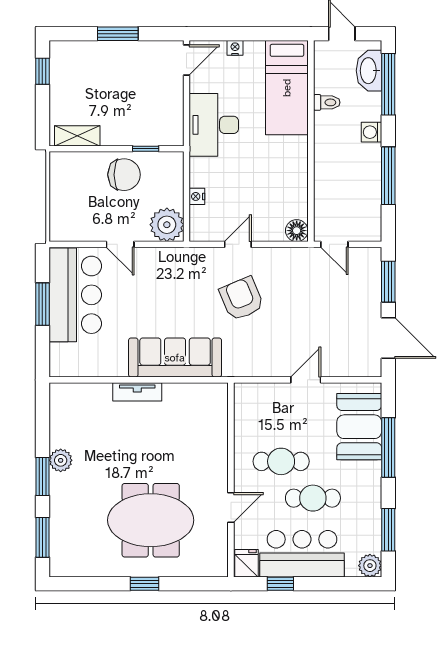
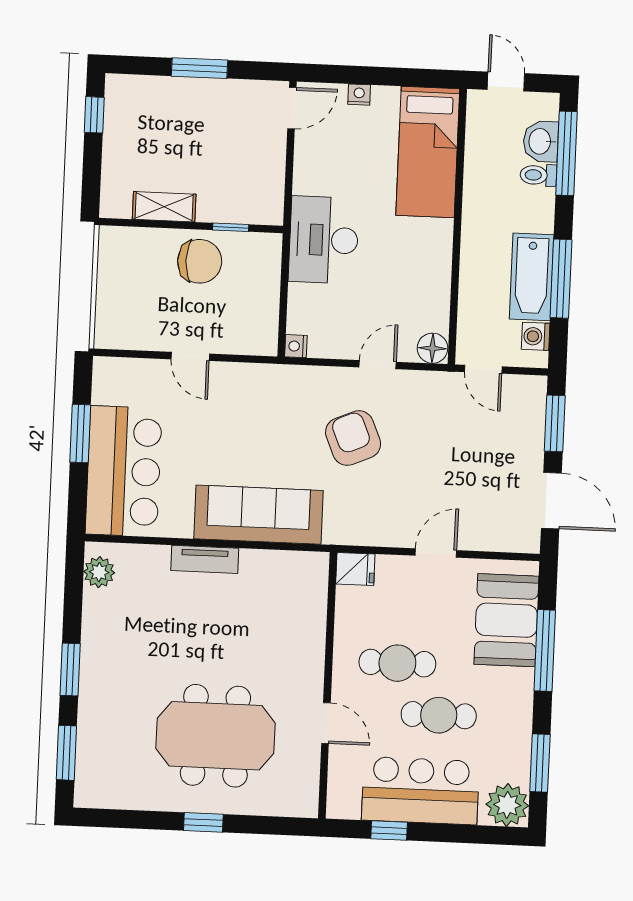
washbasin: (369, 71) -> (541, 141), width x0.72
toilet: (327, 102) -> (538, 175), moved, turned 180
desk: (214, 125) -> (324, 240), moved
washing machine: (371, 132) -> (536, 336), moved
shelving: (77, 136) -> (164, 207), moved
bathtub: (367, 175) -> (532, 277), added
nightstand: (197, 196) -> (296, 346), moved
plant: (167, 225) -> (255, 332), removed
door: (238, 244) -> (378, 365), moved
bar counter: (75, 295) -> (124, 471), moved
plant: (61, 460) -> (99, 572), moved
door: (231, 507) -> (326, 723), hinge flipped
fridge: (247, 563) -> (355, 569), moved, turned 90
plant: (370, 566) -> (507, 805), width x1.36, depth x1.36

